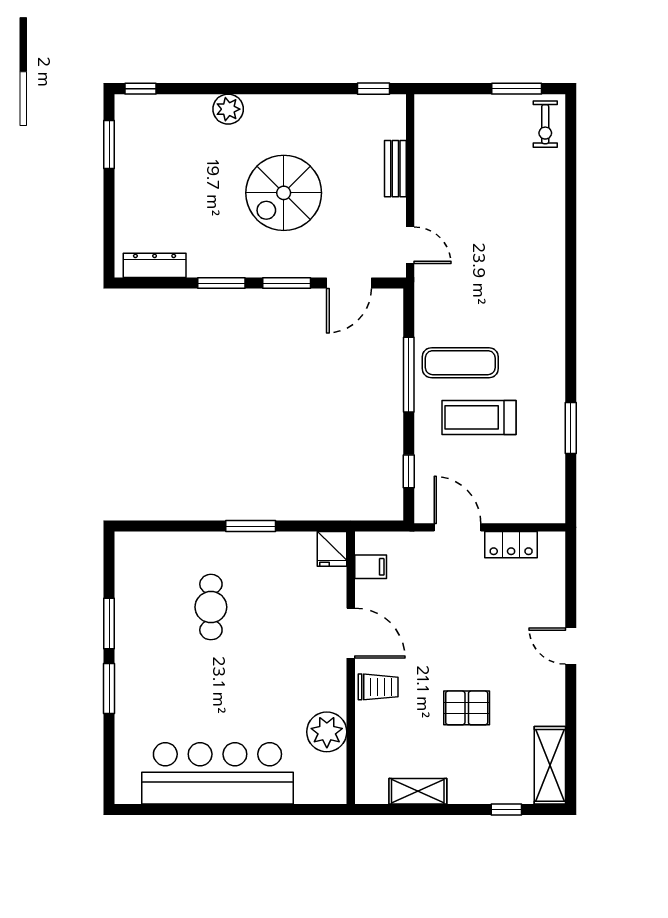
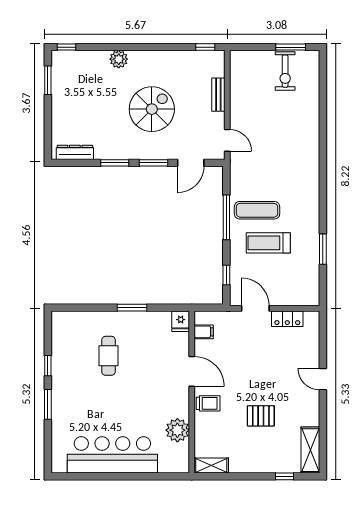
exercise bike: (545, 124) -> (285, 71), moved, width x1.38, depth x1.39
spiral stairs: (284, 193) -> (152, 109), turned 180
window: (109, 623) -> (48, 366), width x0.67
shelving: (418, 791) -> (211, 466), moved

